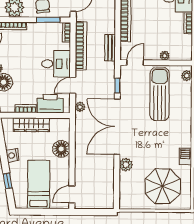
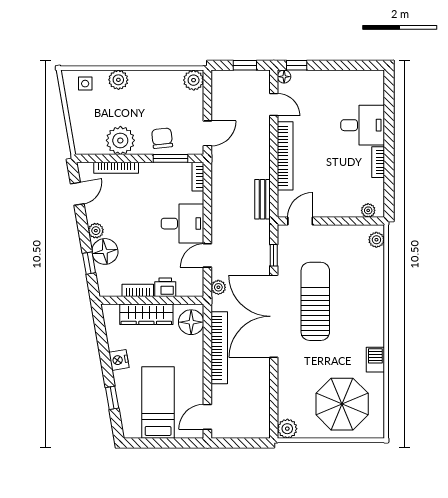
bookcase: (81, 46) -> (219, 348), moved
plant: (165, 56) -> (368, 210), moved
sun lounger: (160, 94) -> (315, 301), moved
printer: (50, 104) -> (165, 287), width x0.53, depth x0.68
floor lamp: (61, 149) -> (191, 322), moved
plant: (126, 165) -> (287, 429), moved

